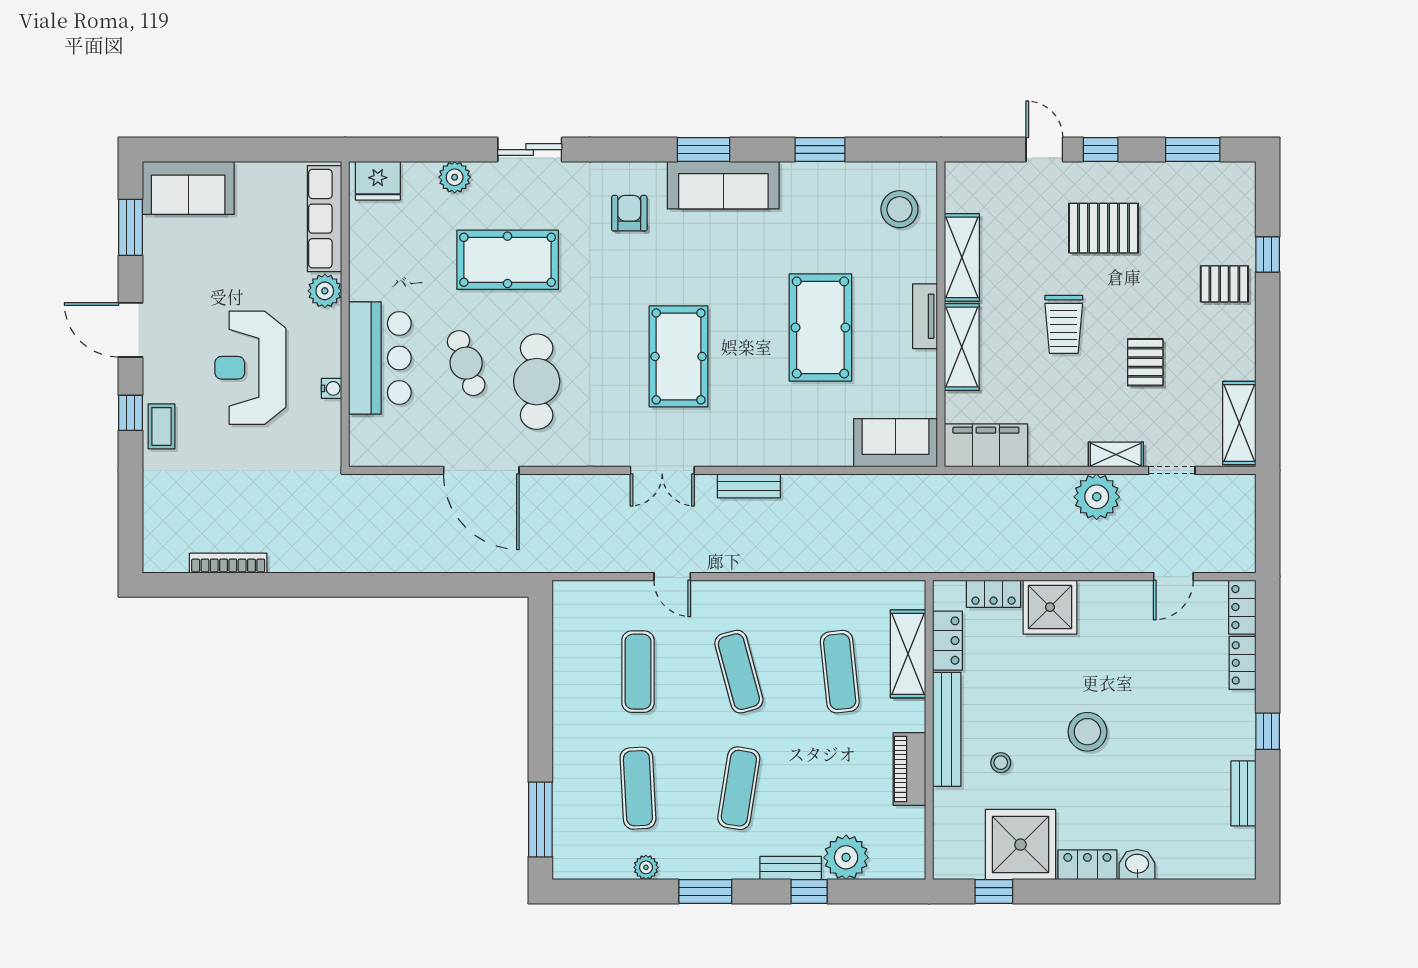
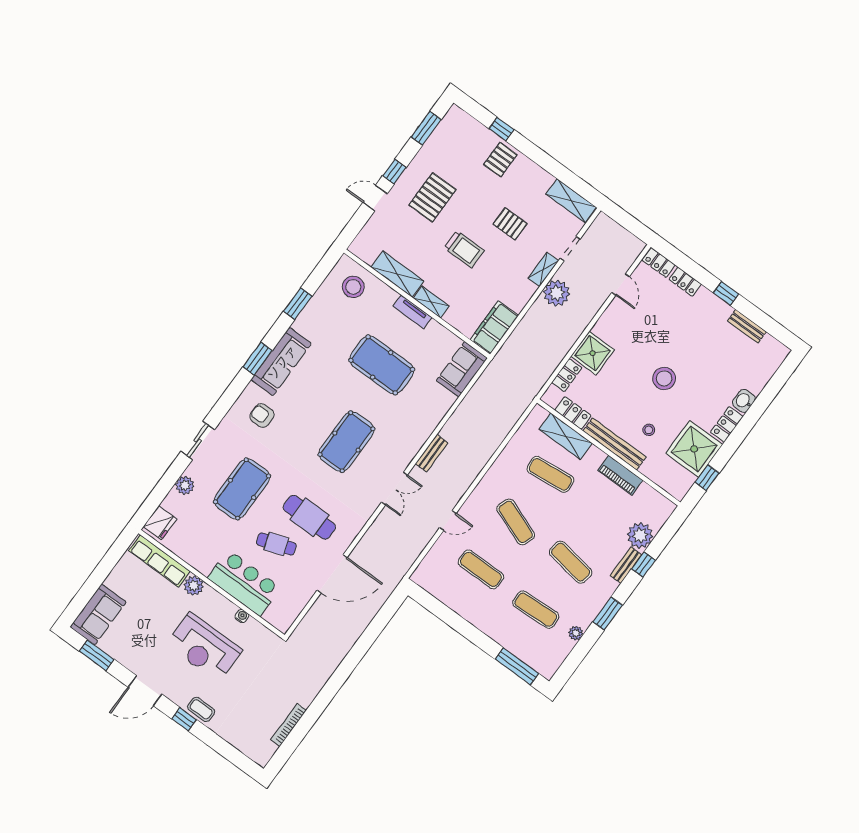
shelving: (962, 347) -> (431, 302), width x0.67, depth x0.75
pool table: (679, 356) -> (346, 442), turned 90
exercise mat: (739, 672) -> (516, 522), turned 36

